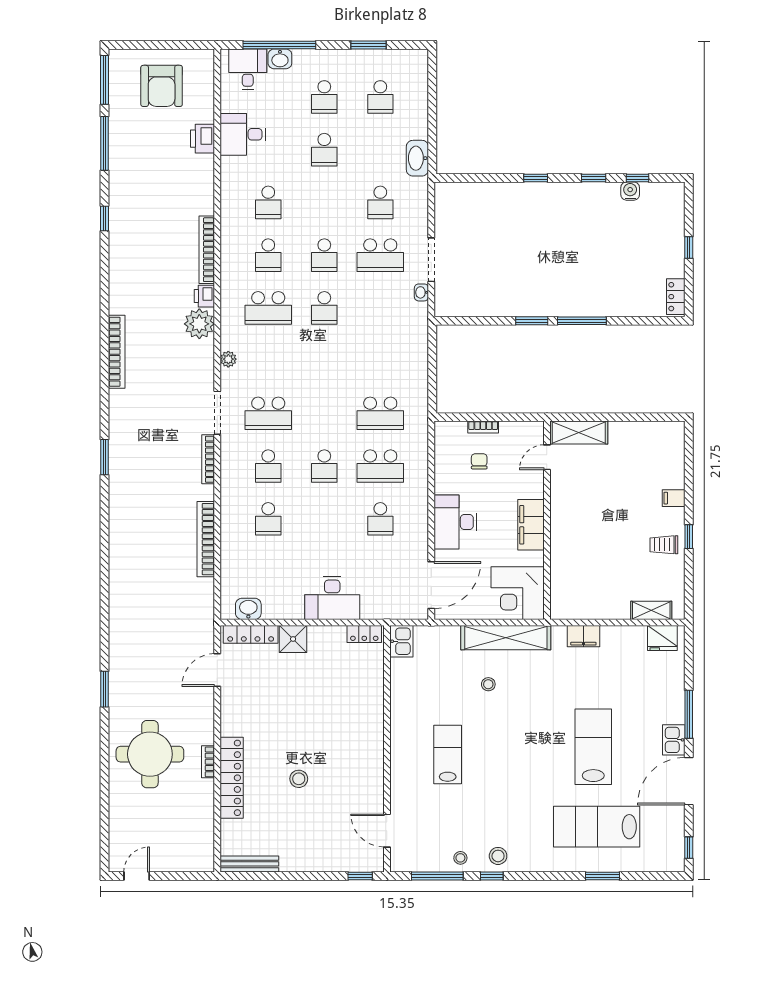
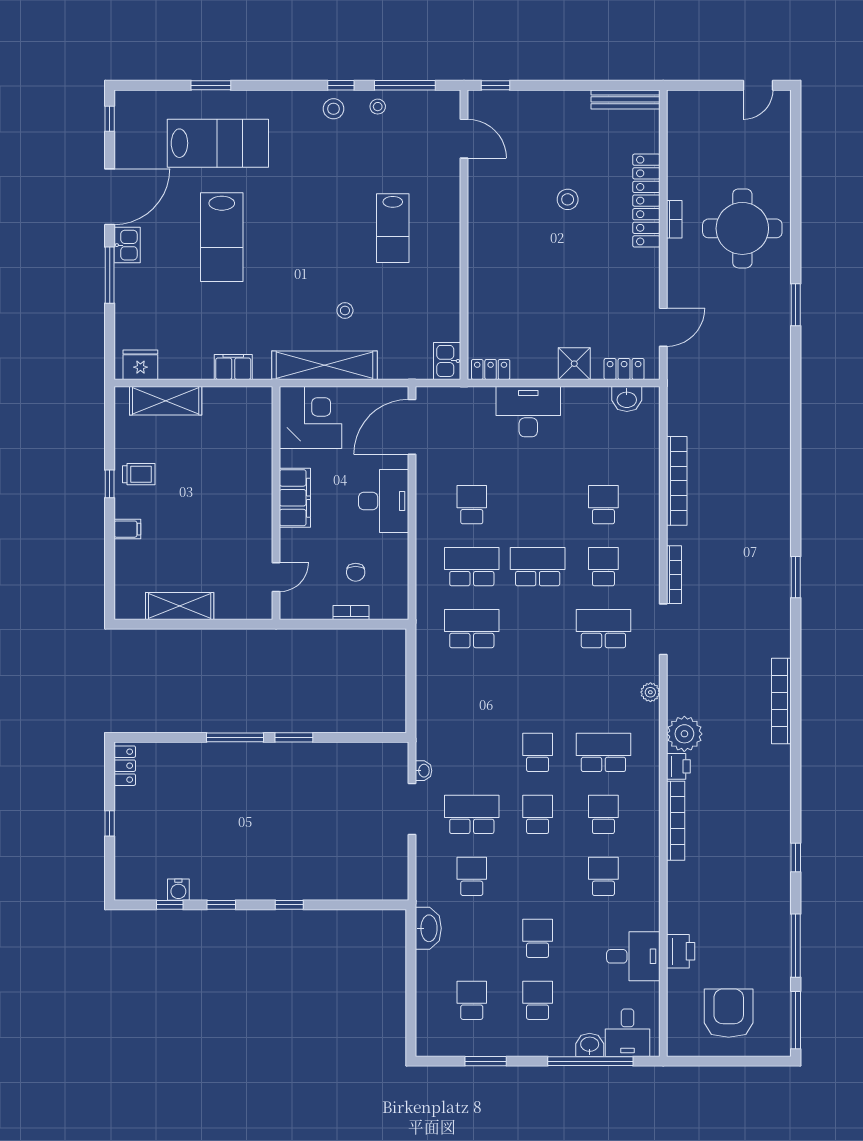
shelving: (579, 433) -> (180, 606), moved
school desk: (324, 466) -> (538, 567), width x1.85
shelving: (651, 610) -> (166, 401), width x1.50, depth x1.33
locker: (251, 634) -> (624, 369), width x0.66

